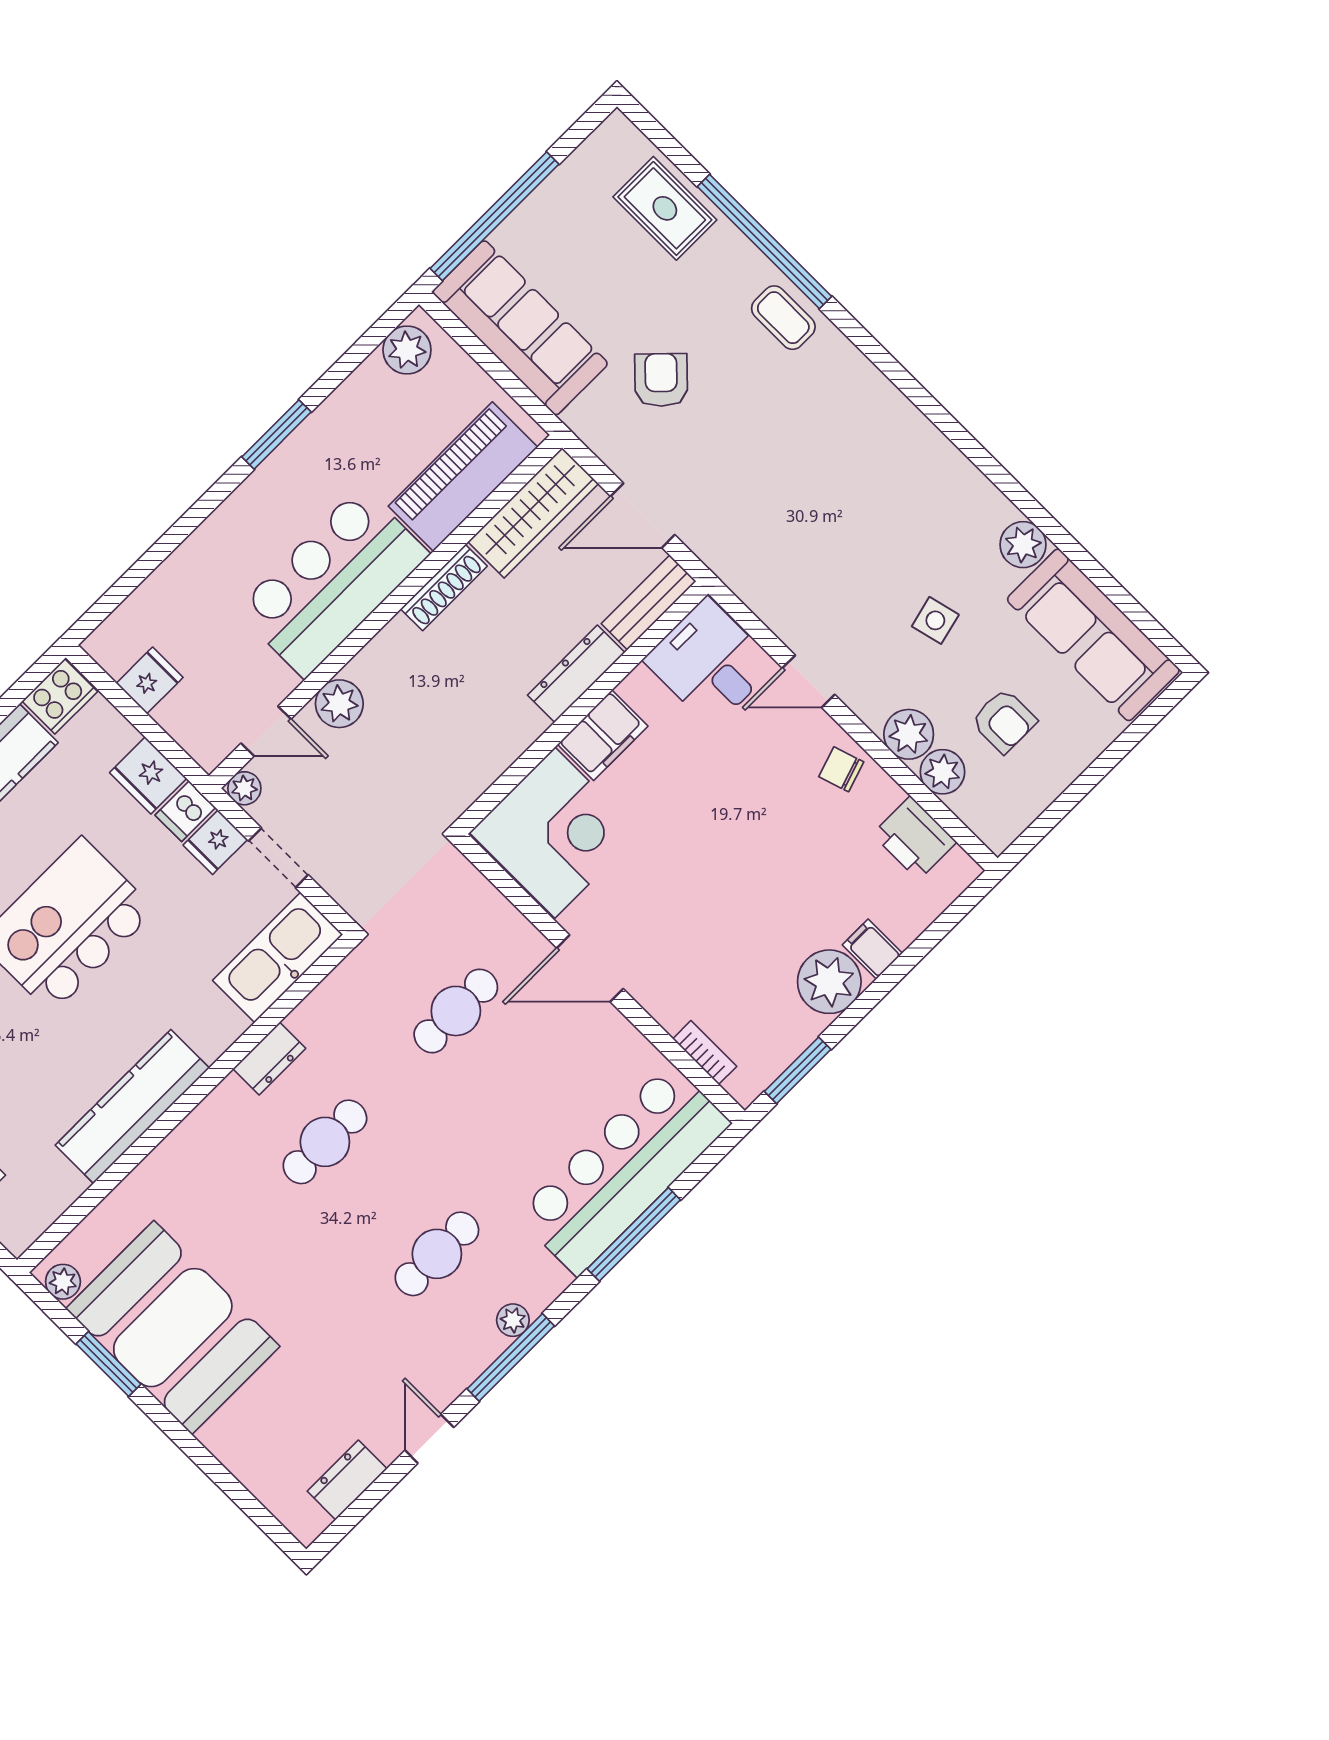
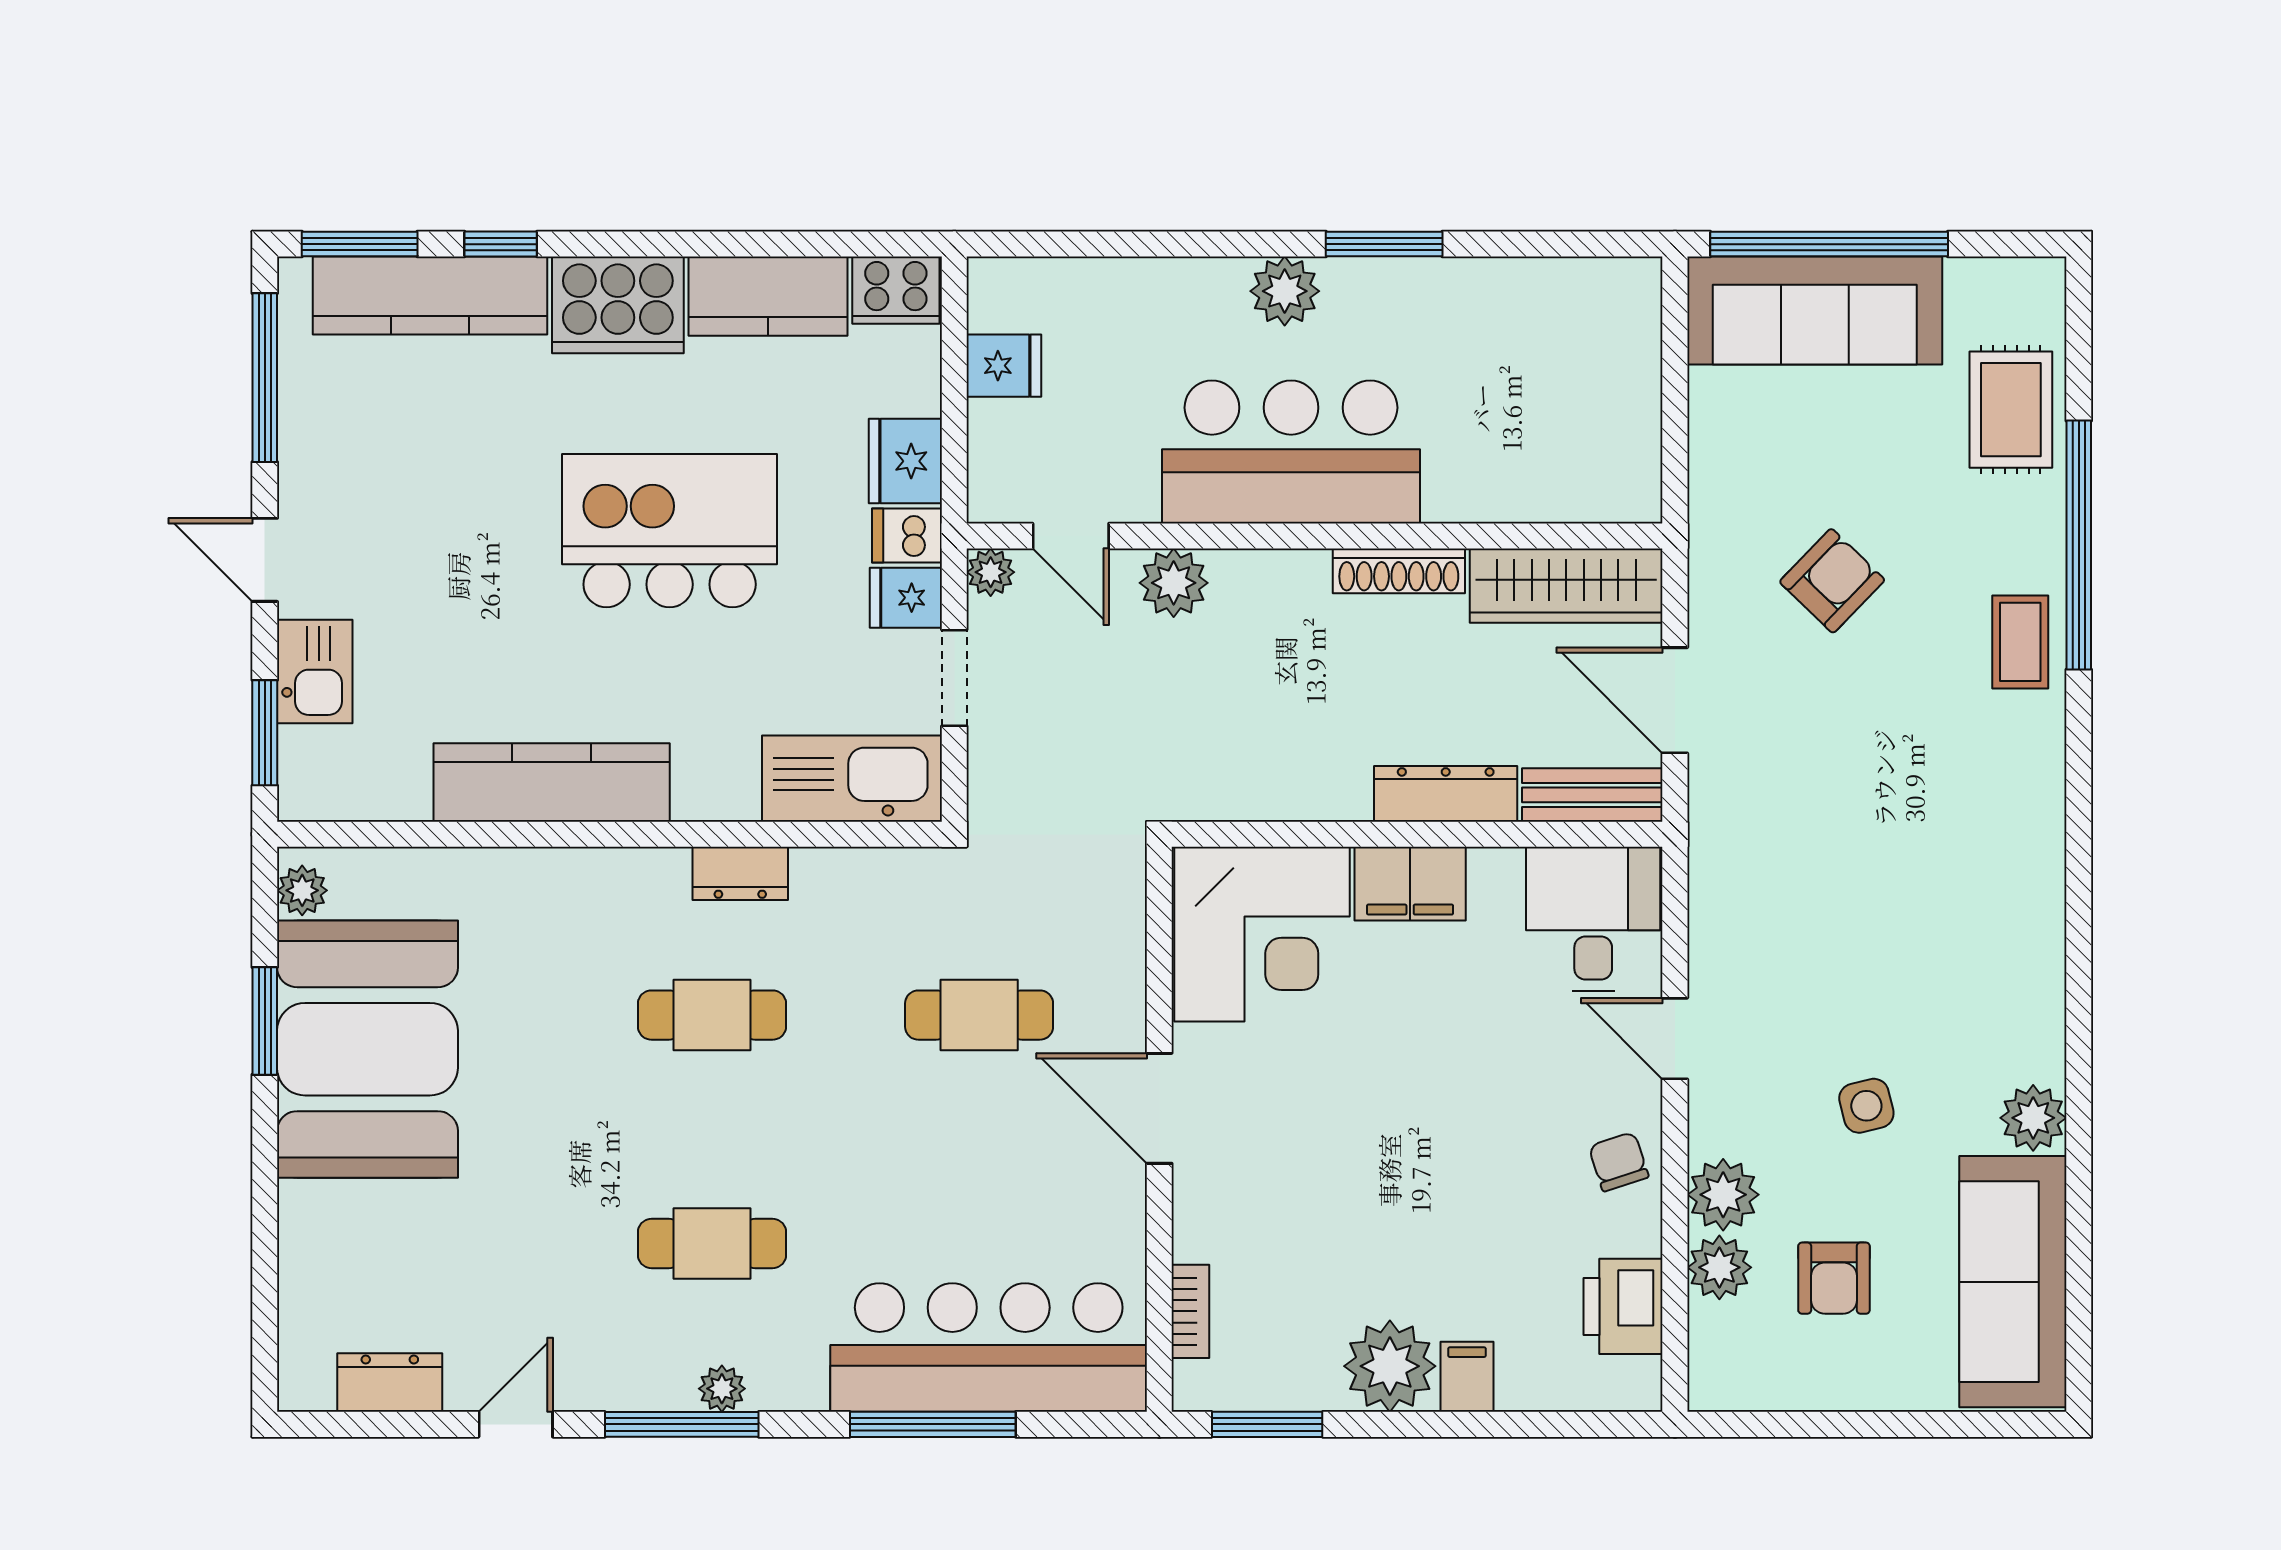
sofa: (520, 328) -> (1815, 311), moved, turned 90
plant: (407, 350) -> (1285, 291), moved
piano: (463, 477) -> (1531, 477), removed

